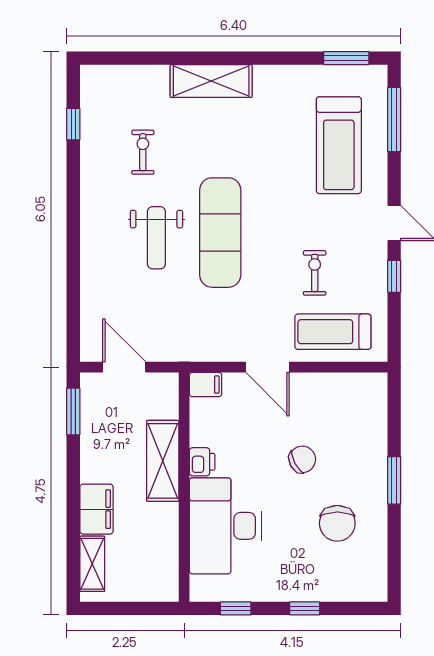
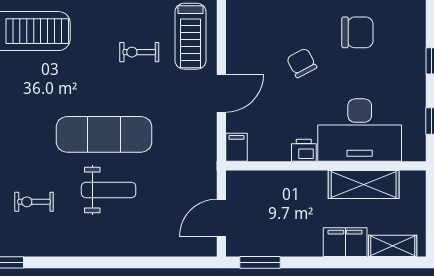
shelving: (163, 461) -> (364, 184), moved

